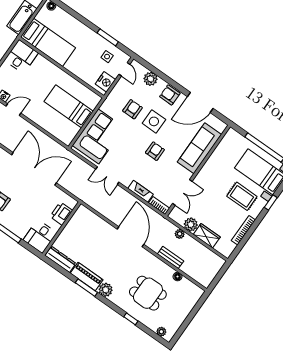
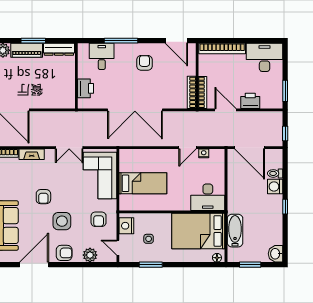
bed: (48, 42) -> (198, 231), width x1.50
desk: (21, 56) -> (208, 197), width x1.37
side table: (107, 57) -> (149, 239), moved
armchair: (132, 109) -> (99, 219), moved
double door: (107, 176) -> (69, 148), swing flipped
desk: (40, 236) -> (102, 56), moved
window: (86, 288) -> (33, 41), moved

